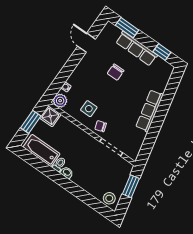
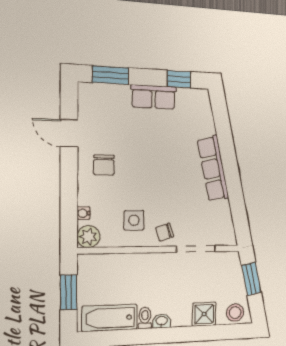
row of seats: (137, 49) -> (154, 97), width x0.68
chair: (116, 72) -> (104, 165), moved
shower: (50, 116) -> (204, 314), moved

